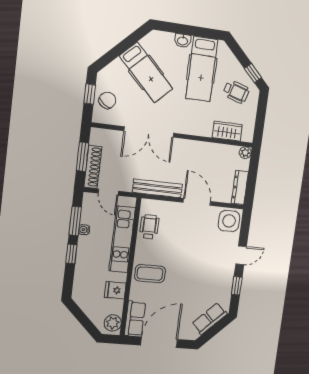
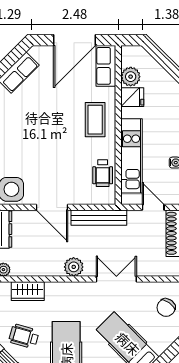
double door: (149, 132) -> (116, 279), width x0.73
plant: (185, 148) -> (74, 267), added
coffee table: (150, 274) -> (95, 120), turned 90
plant: (113, 323) -> (131, 77), moved

